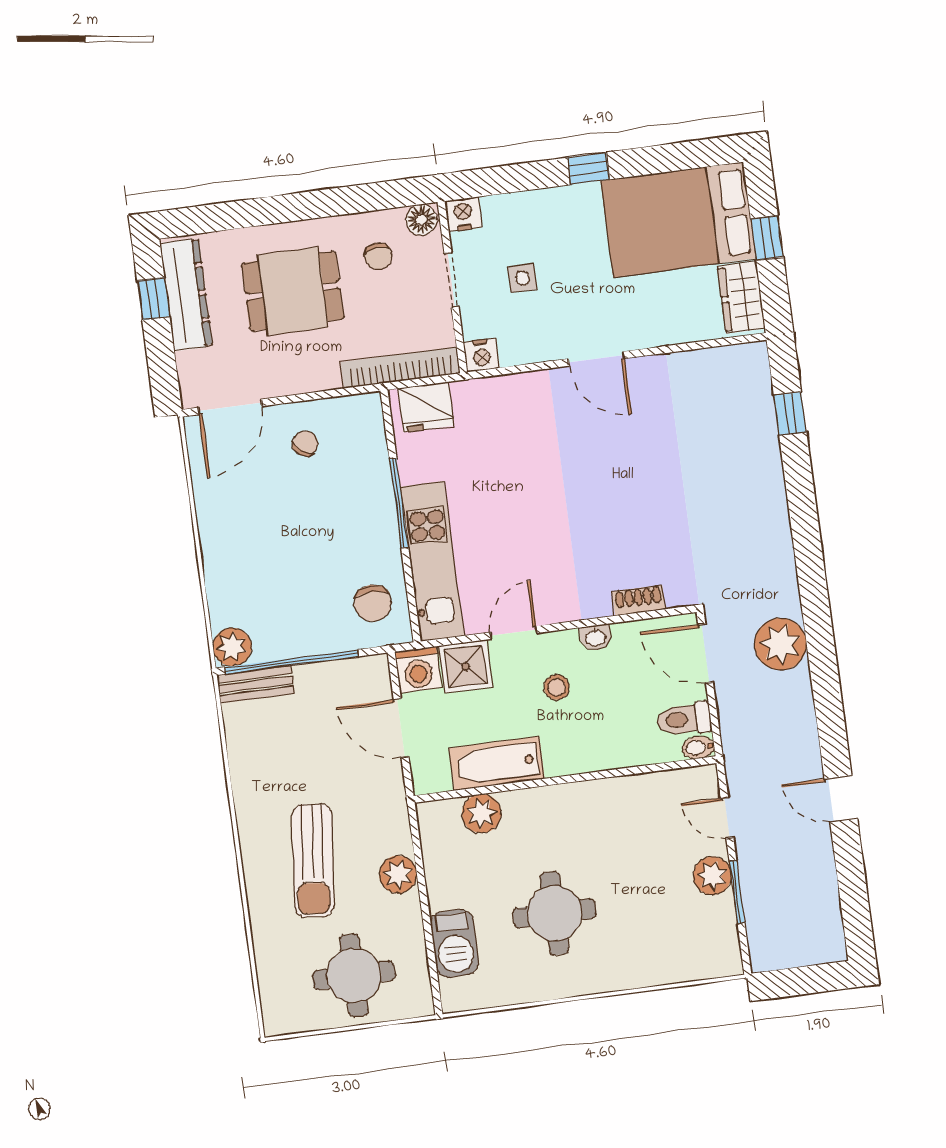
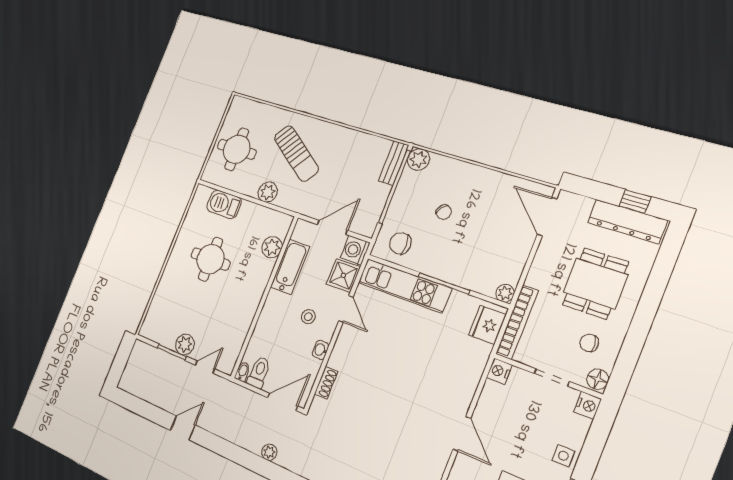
side table: (522, 278) -> (563, 456), moved
door: (596, 359) -> (462, 434), swing flipped
plant: (368, 407) -> (505, 293), added
chair: (305, 443) -> (444, 212), moved
plant: (781, 644) -> (269, 452), width x0.53, depth x0.53
sun lounger: (313, 861) -> (296, 153), turned -151

